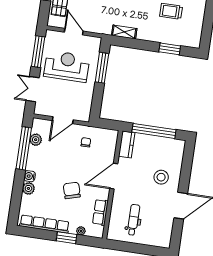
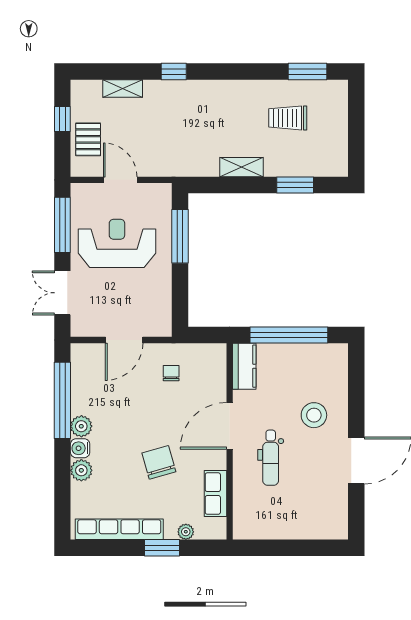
shelving: (124, 32) -> (241, 167), moved
plant: (36, 140) -> (81, 426), moved
dental chair: (134, 220) -> (271, 458), moved, turned 180

